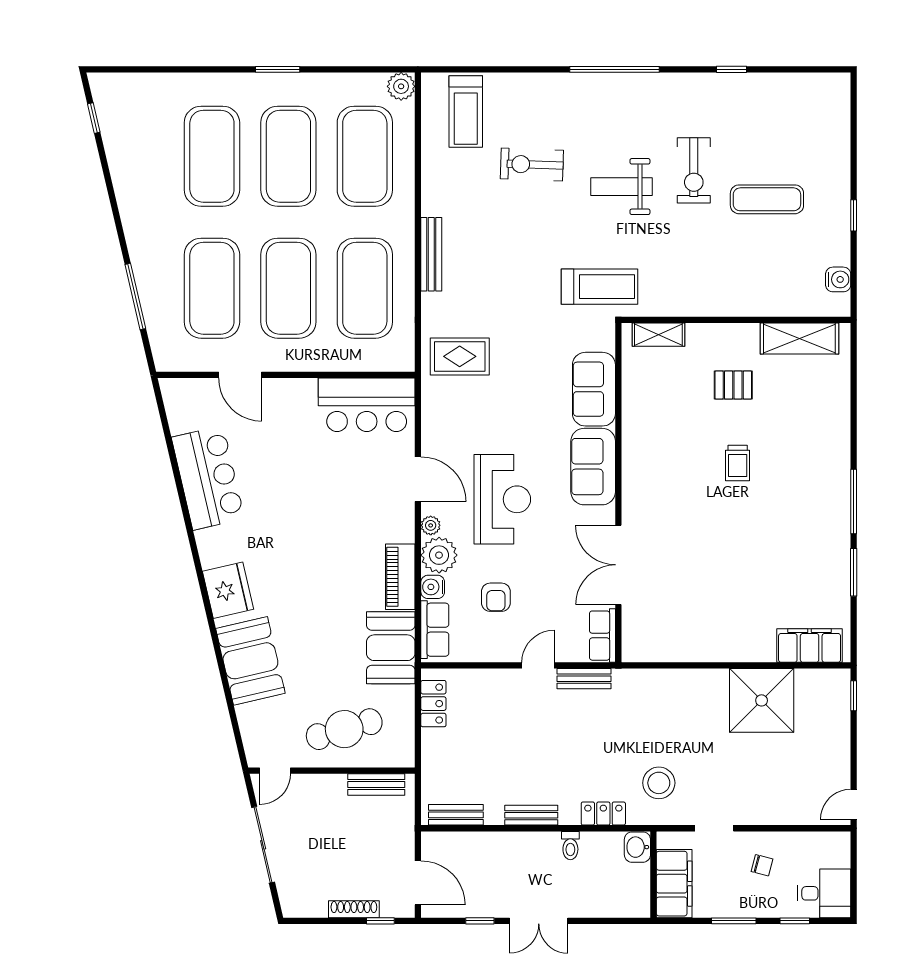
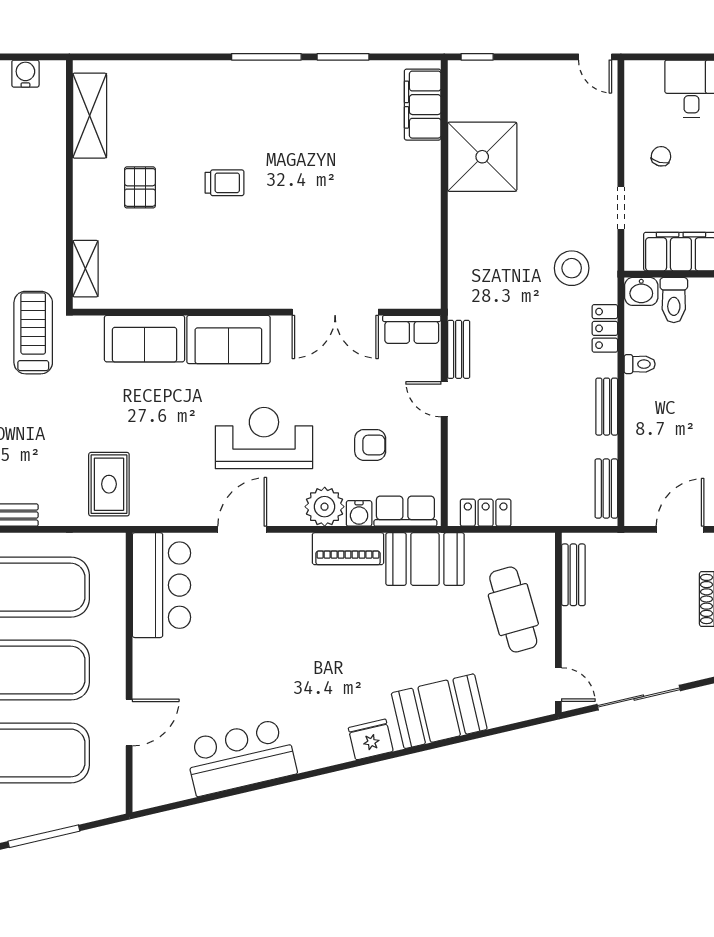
plant: (431, 525) -> (292, 516), removed
fridge: (228, 590) -> (371, 739), width x0.73, depth x0.75
toilet: (629, 877) -> (674, 300), added

